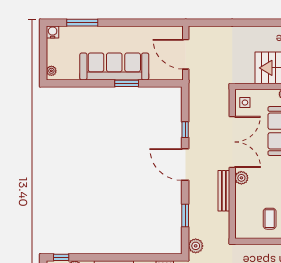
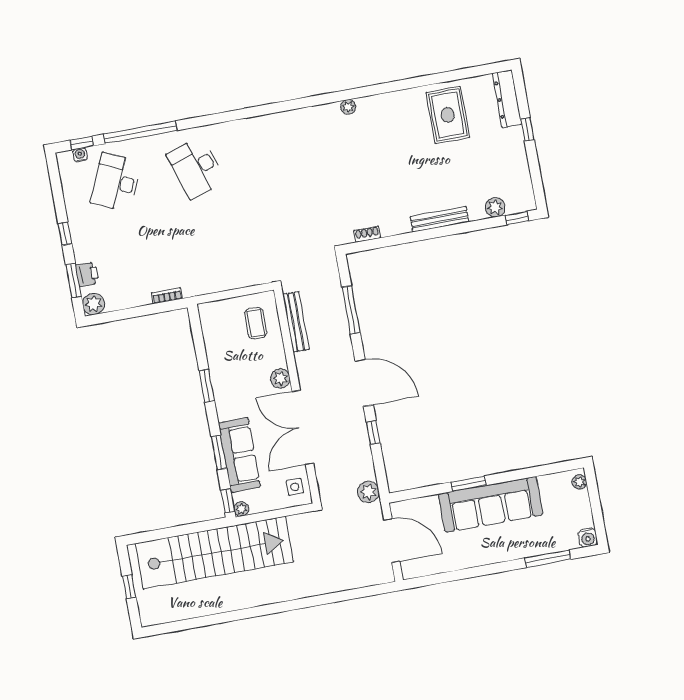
bench: (224, 191) -> (296, 322), moved
window: (185, 216) -> (351, 310), width x1.44
coffee table: (270, 219) -> (256, 323), moved
plant: (196, 246) -> (368, 492), moved

